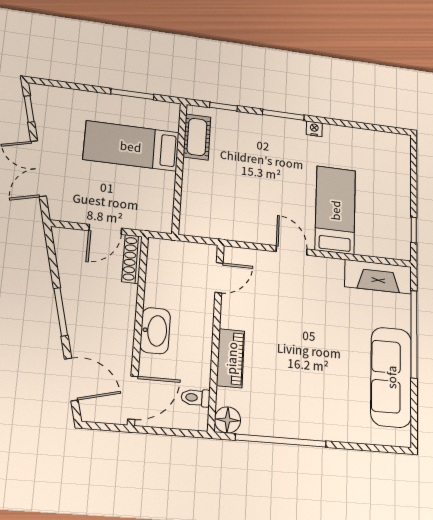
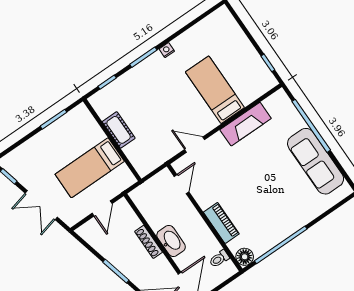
cot: (197, 137) -> (119, 130), moved
bed: (131, 146) -> (90, 168), moved
door: (292, 250) -> (195, 145), moved
shoe rack: (132, 259) -> (149, 242), moved
fireplace: (378, 277) -> (246, 124), moved

